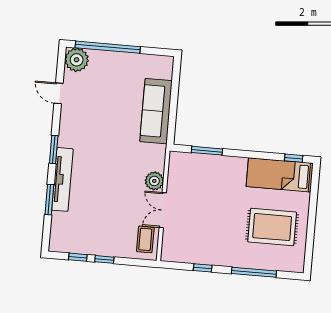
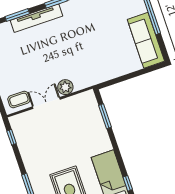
sofa: (156, 111) -> (146, 40), moved, turned -90
window: (203, 268) -> (12, 137), moved

